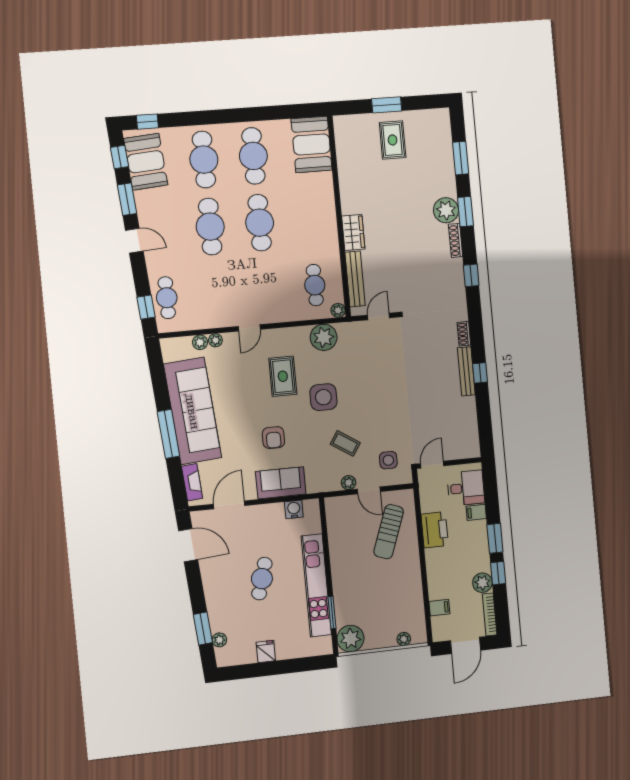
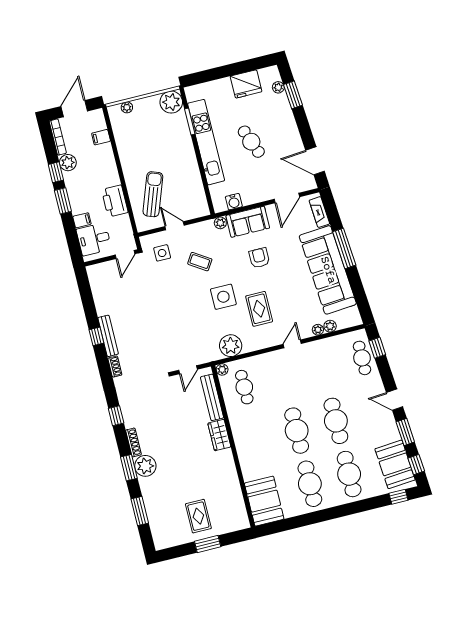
plant: (349, 483) -> (220, 223), moved
cafe table: (262, 579) -> (251, 142), turned -37
fridge: (266, 651) -> (246, 84), width x1.88, depth x1.34

